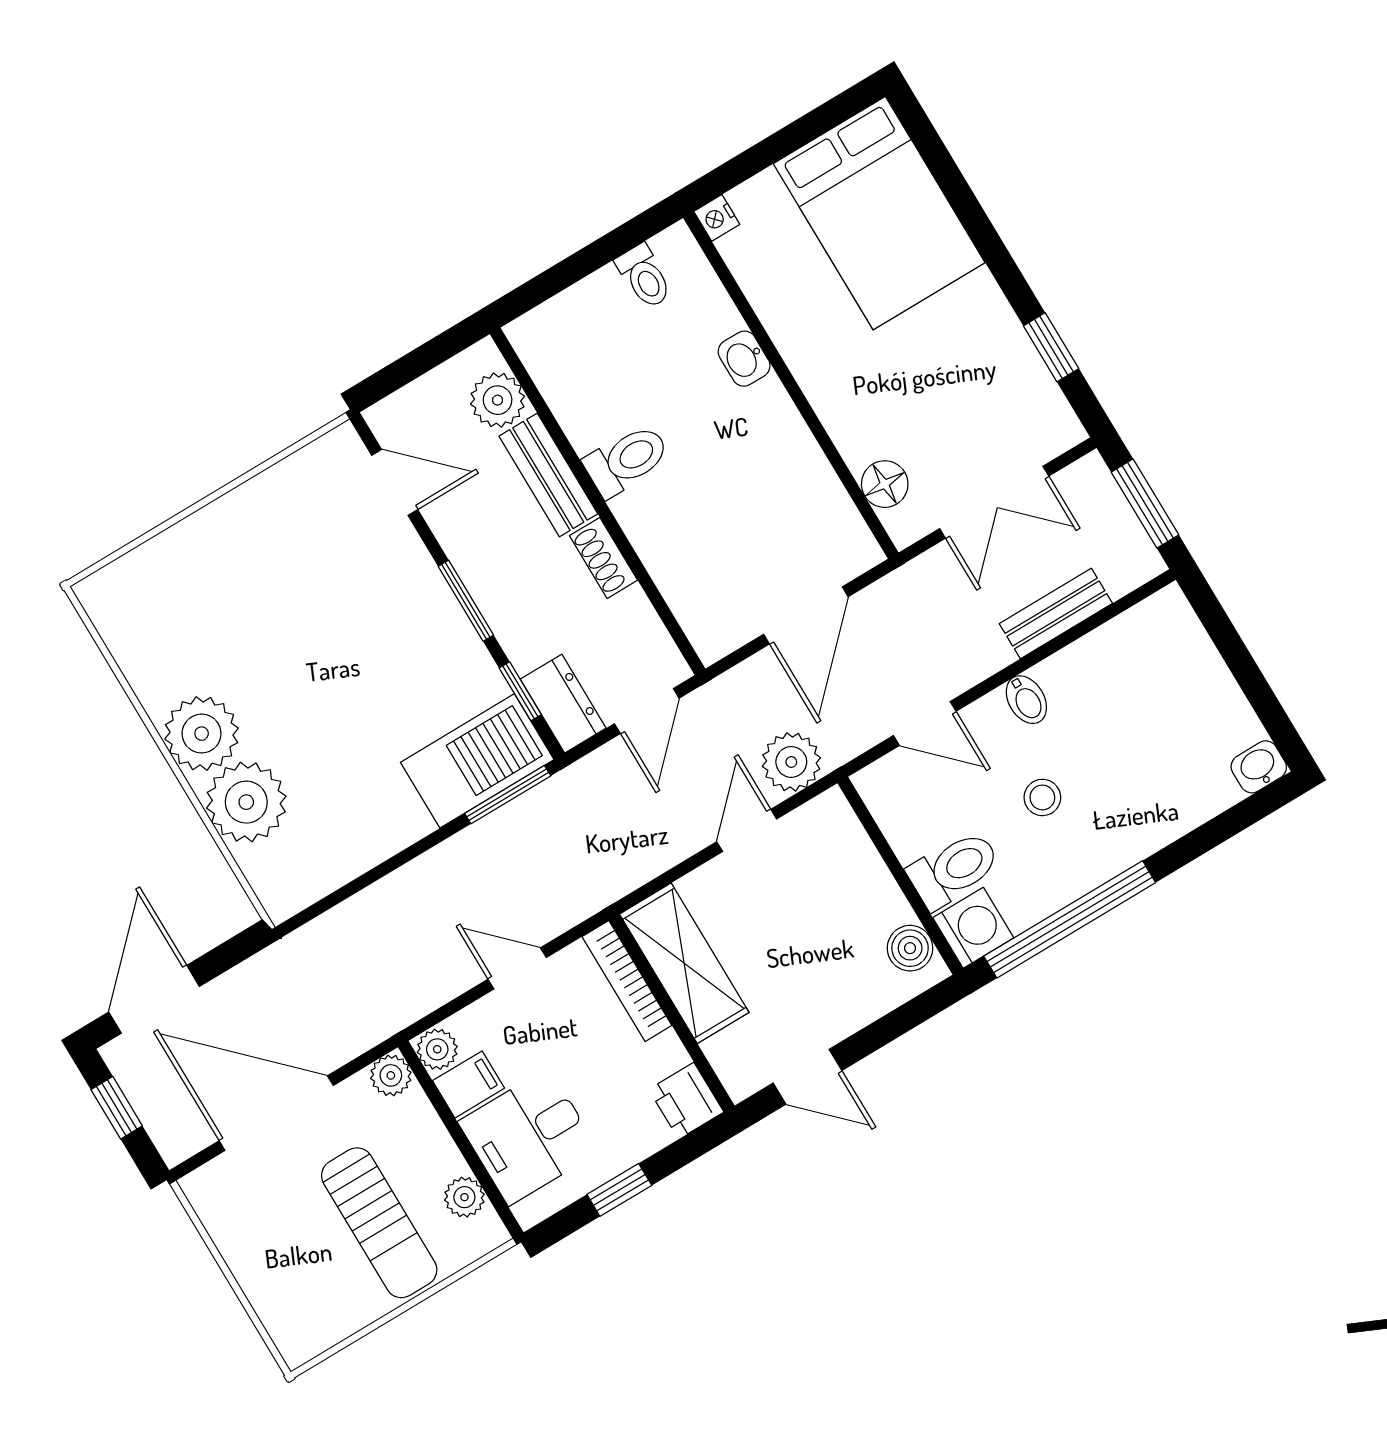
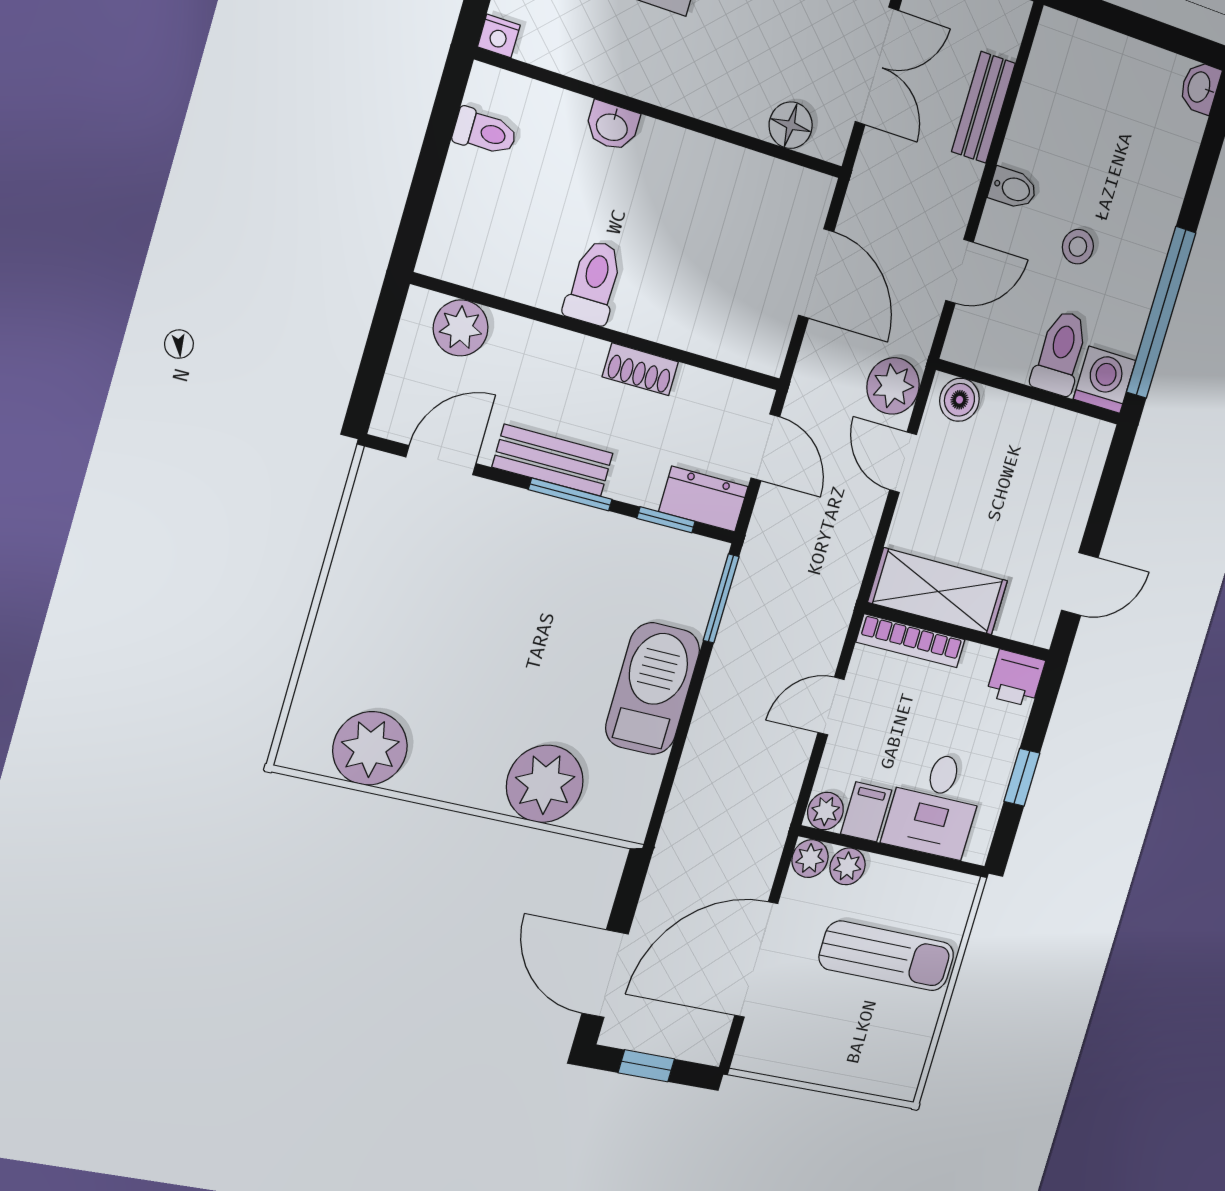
bench: (548, 475) -> (553, 460), moved
plant: (202, 734) -> (370, 748), moved
barbecue: (477, 761) -> (653, 689), moved
boiler: (910, 948) -> (959, 400), moved
plant: (464, 1197) -> (848, 866), moved

